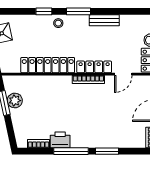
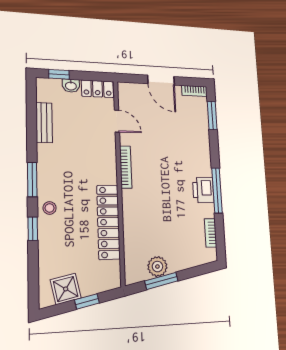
bench: (104, 20) -> (44, 123), moved
locker: (94, 67) -> (109, 159), removed
printer: (60, 140) -> (203, 190), moved
window: (107, 151) -> (212, 115), moved

